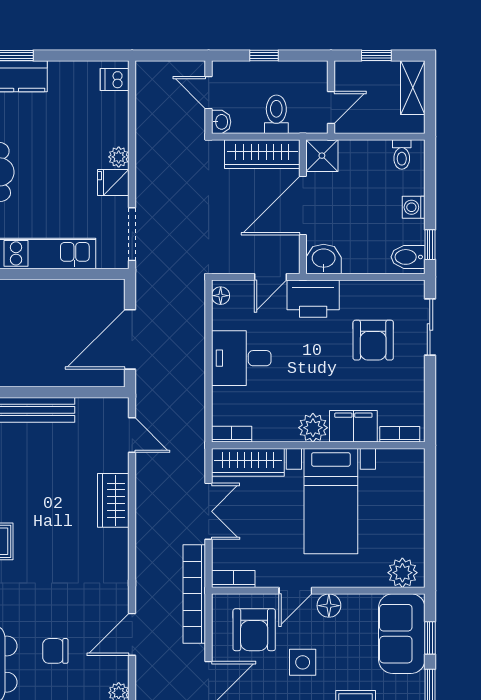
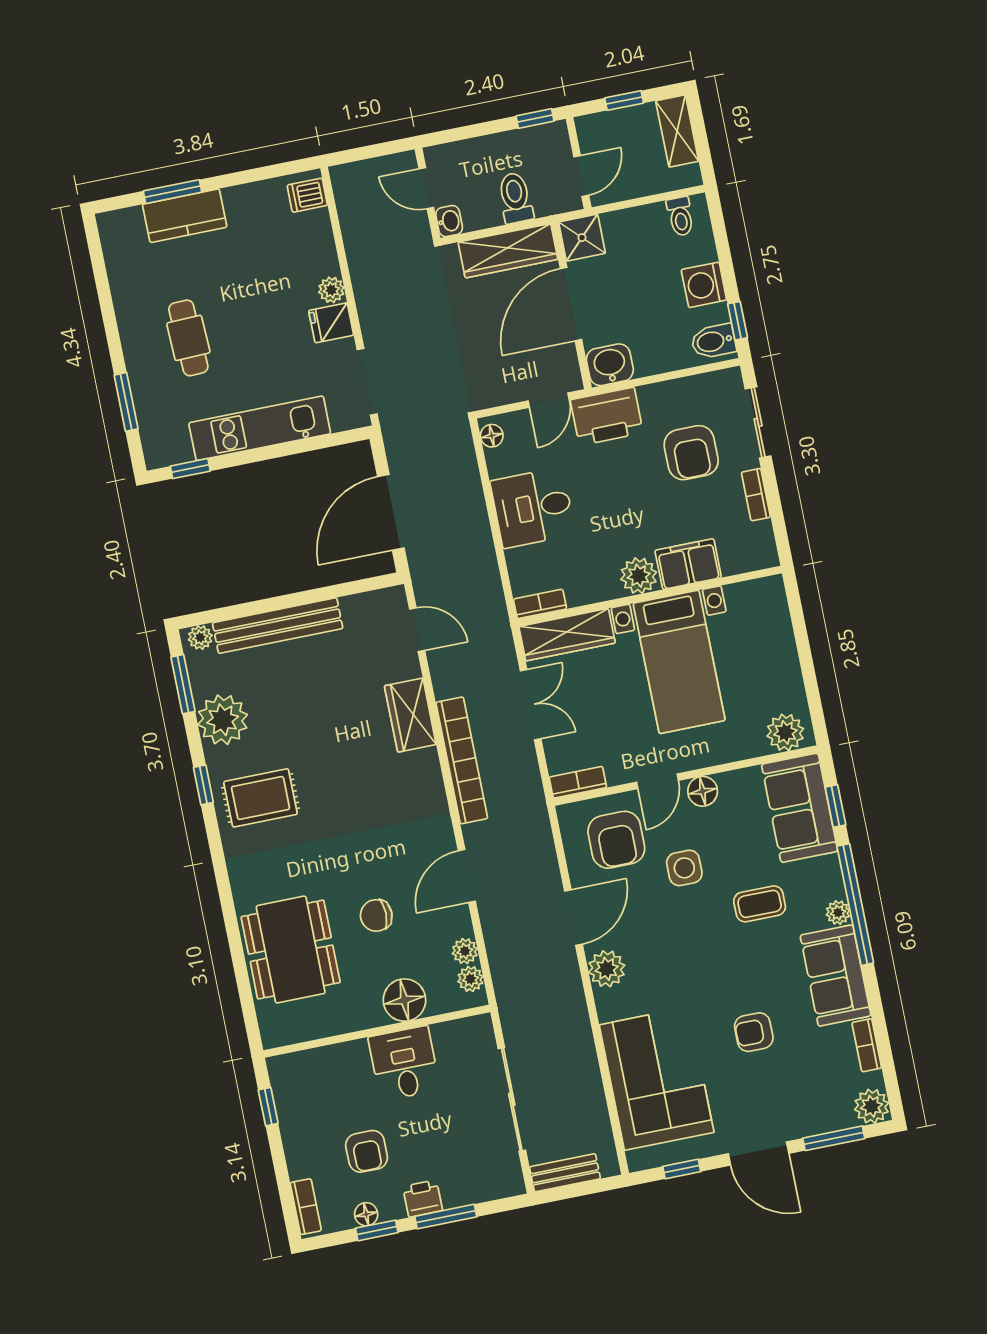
window: (264, 56) -> (535, 118), moved
washing machine: (414, 207) -> (704, 285), width x1.38, depth x1.38
bookcase: (400, 434) -> (756, 495), moved, turned -90
bookcase: (194, 594) -> (462, 760), moved, turned 180

